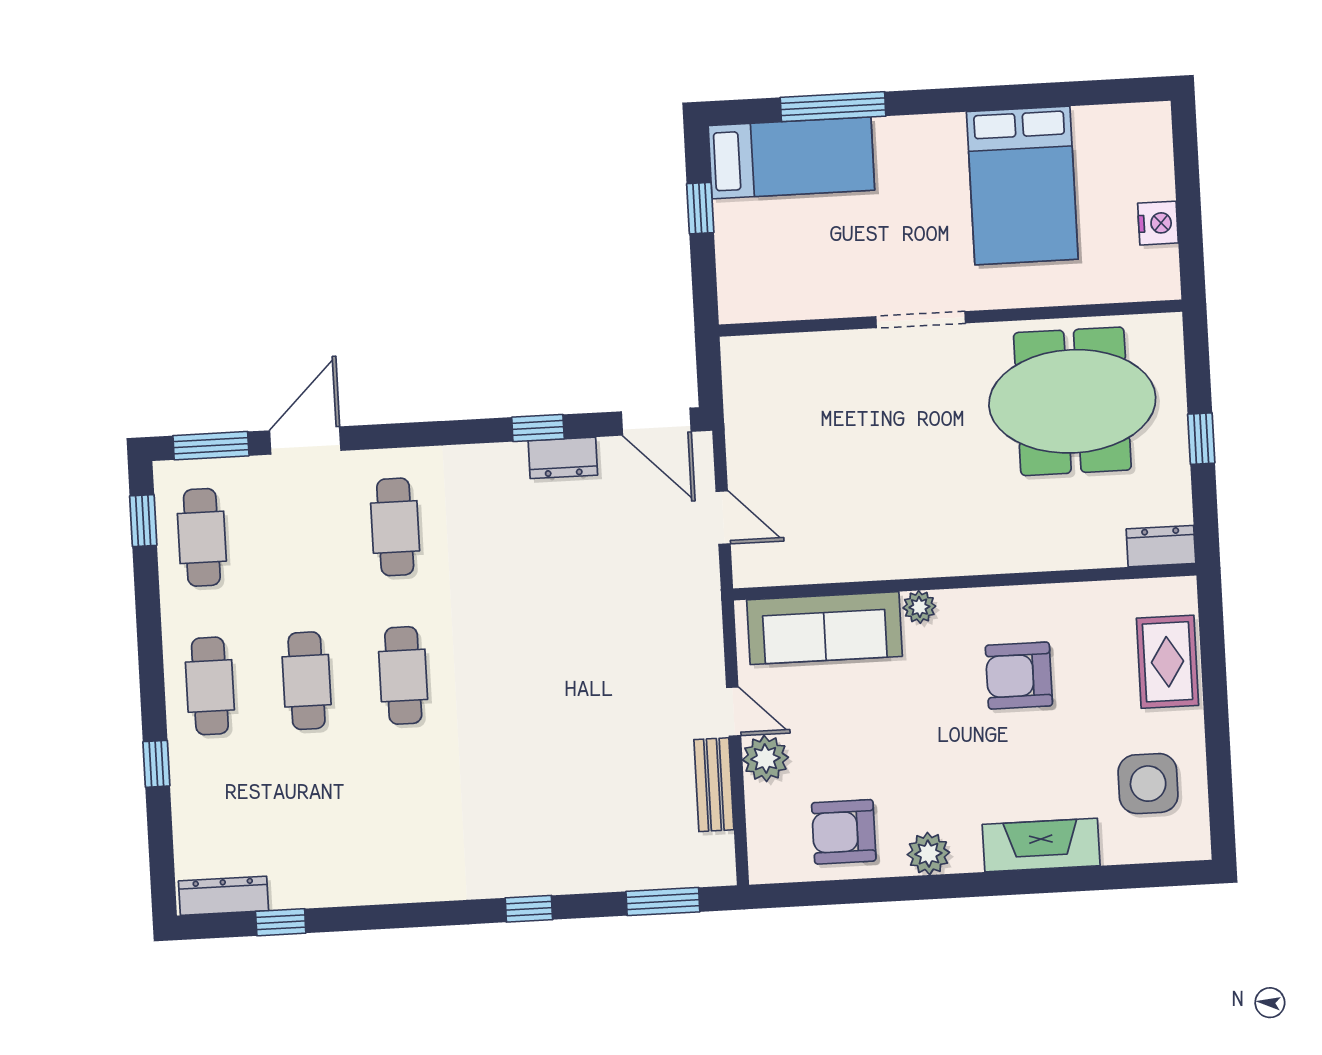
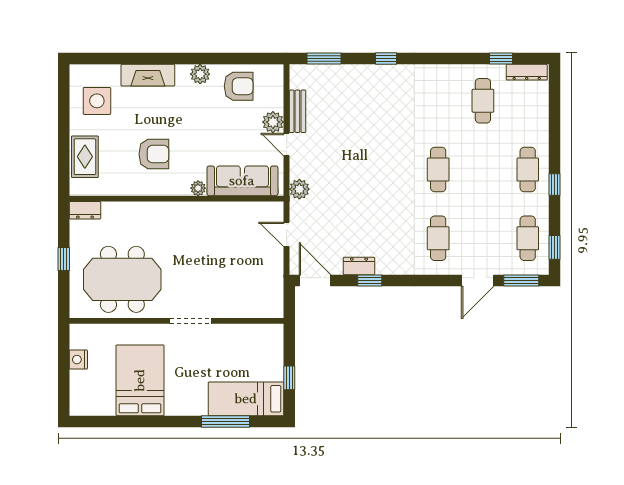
plant: (701, 617) -> (299, 189), added
cafe table: (307, 681) -> (483, 101), moved
window: (156, 764) -> (554, 185), moved

